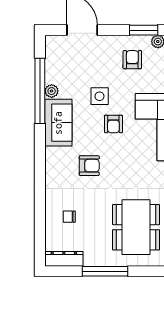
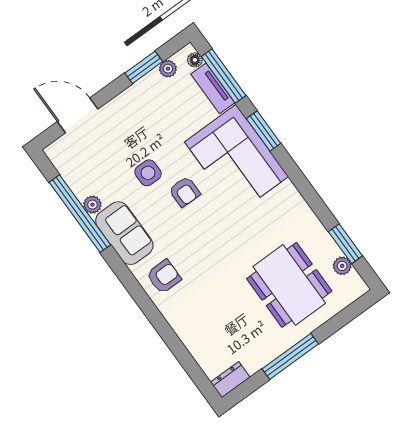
armchair: (132, 60) -> (155, 108), removed
armchair: (89, 166) -> (164, 277), moved
chair: (69, 217) -> (209, 326), removed
dresser: (64, 259) -> (230, 380), width x0.70

